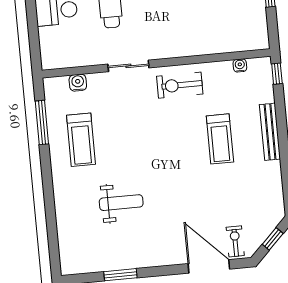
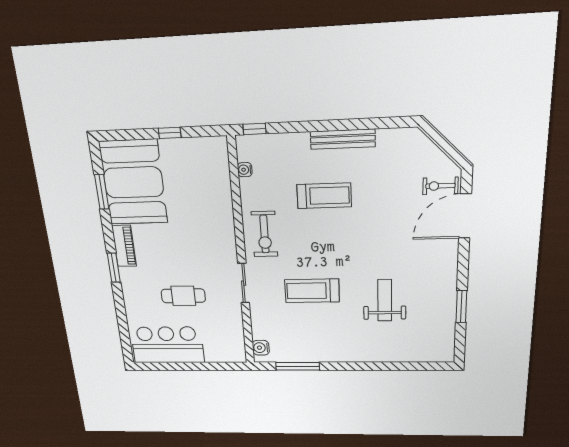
water cooler: (78, 83) -> (261, 348), moved
bench: (270, 132) -> (343, 139), moved
treadmill: (81, 140) -> (312, 291), moved, turned 180
window: (273, 239) -> (443, 143), removed

